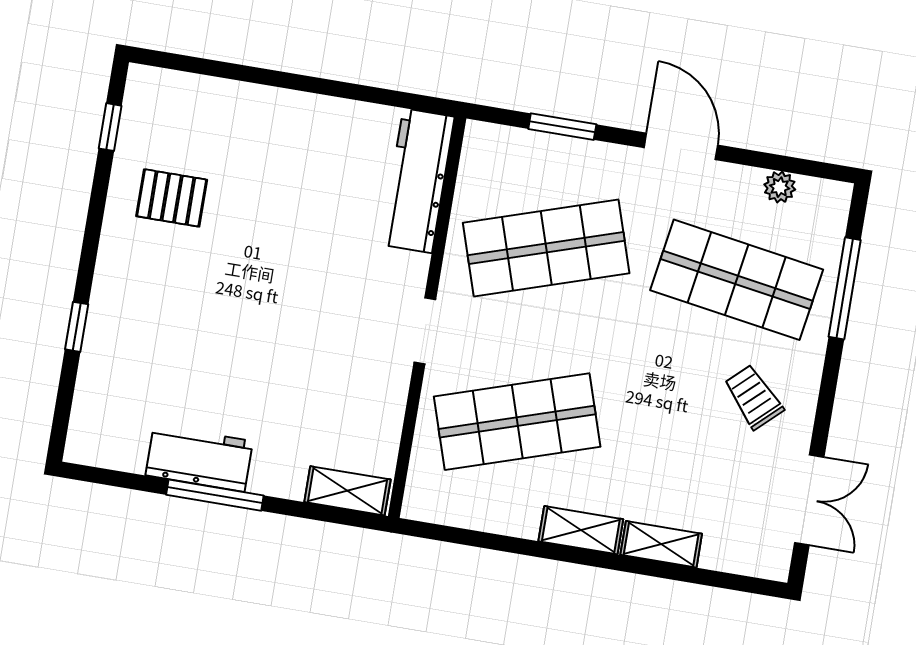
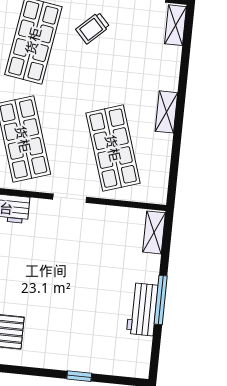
shelving: (661, 544) -> (176, 25), moved

